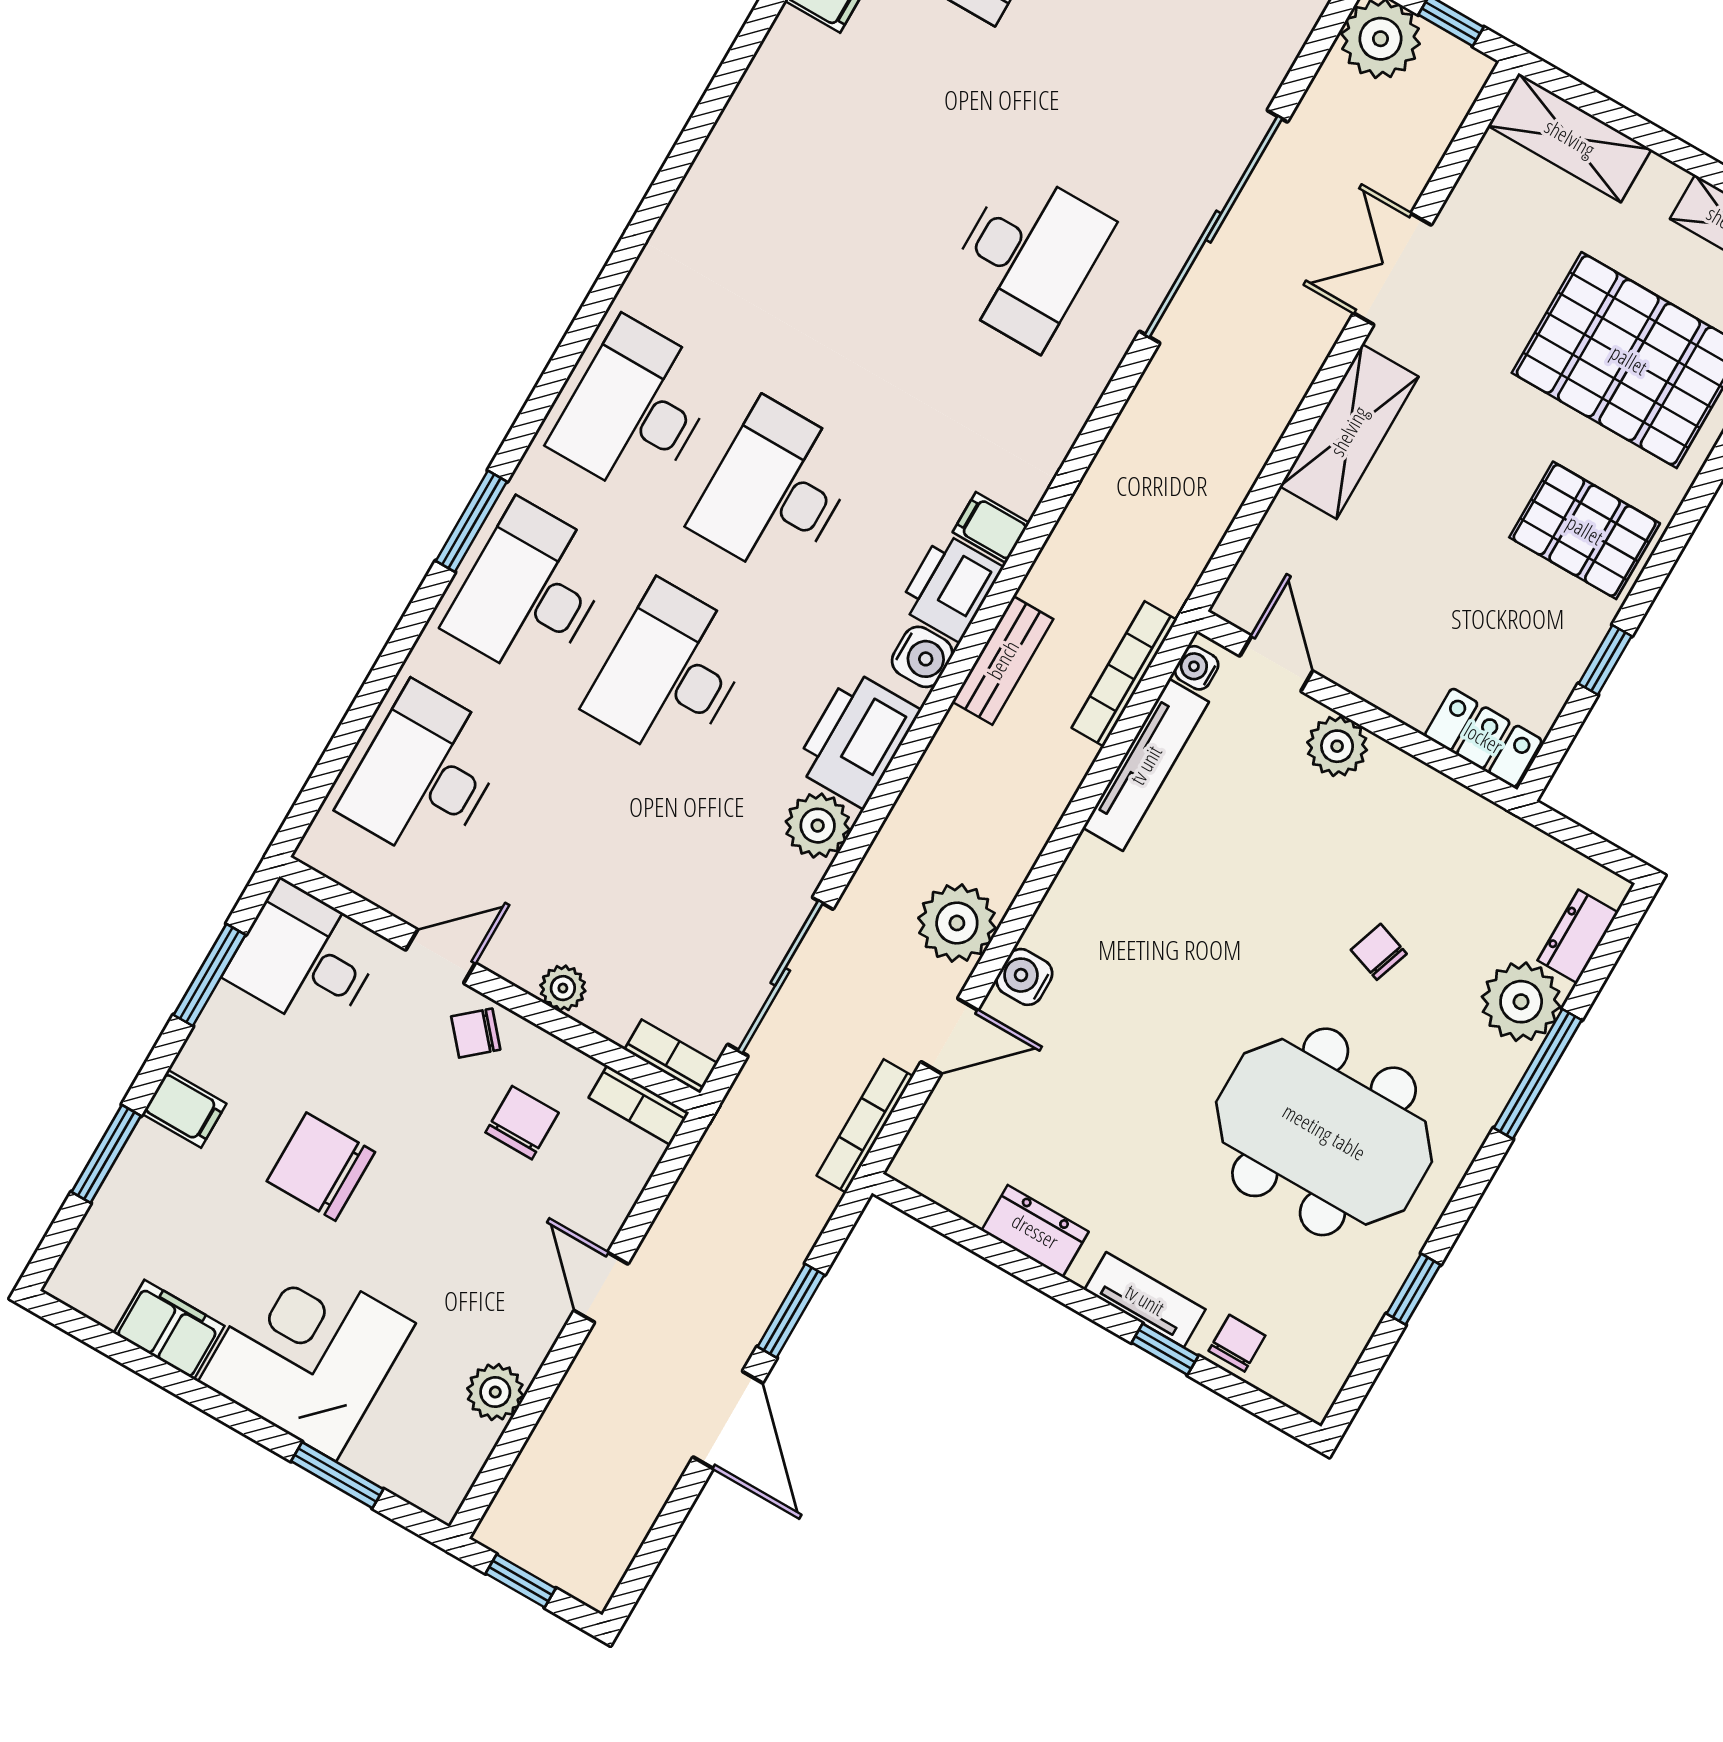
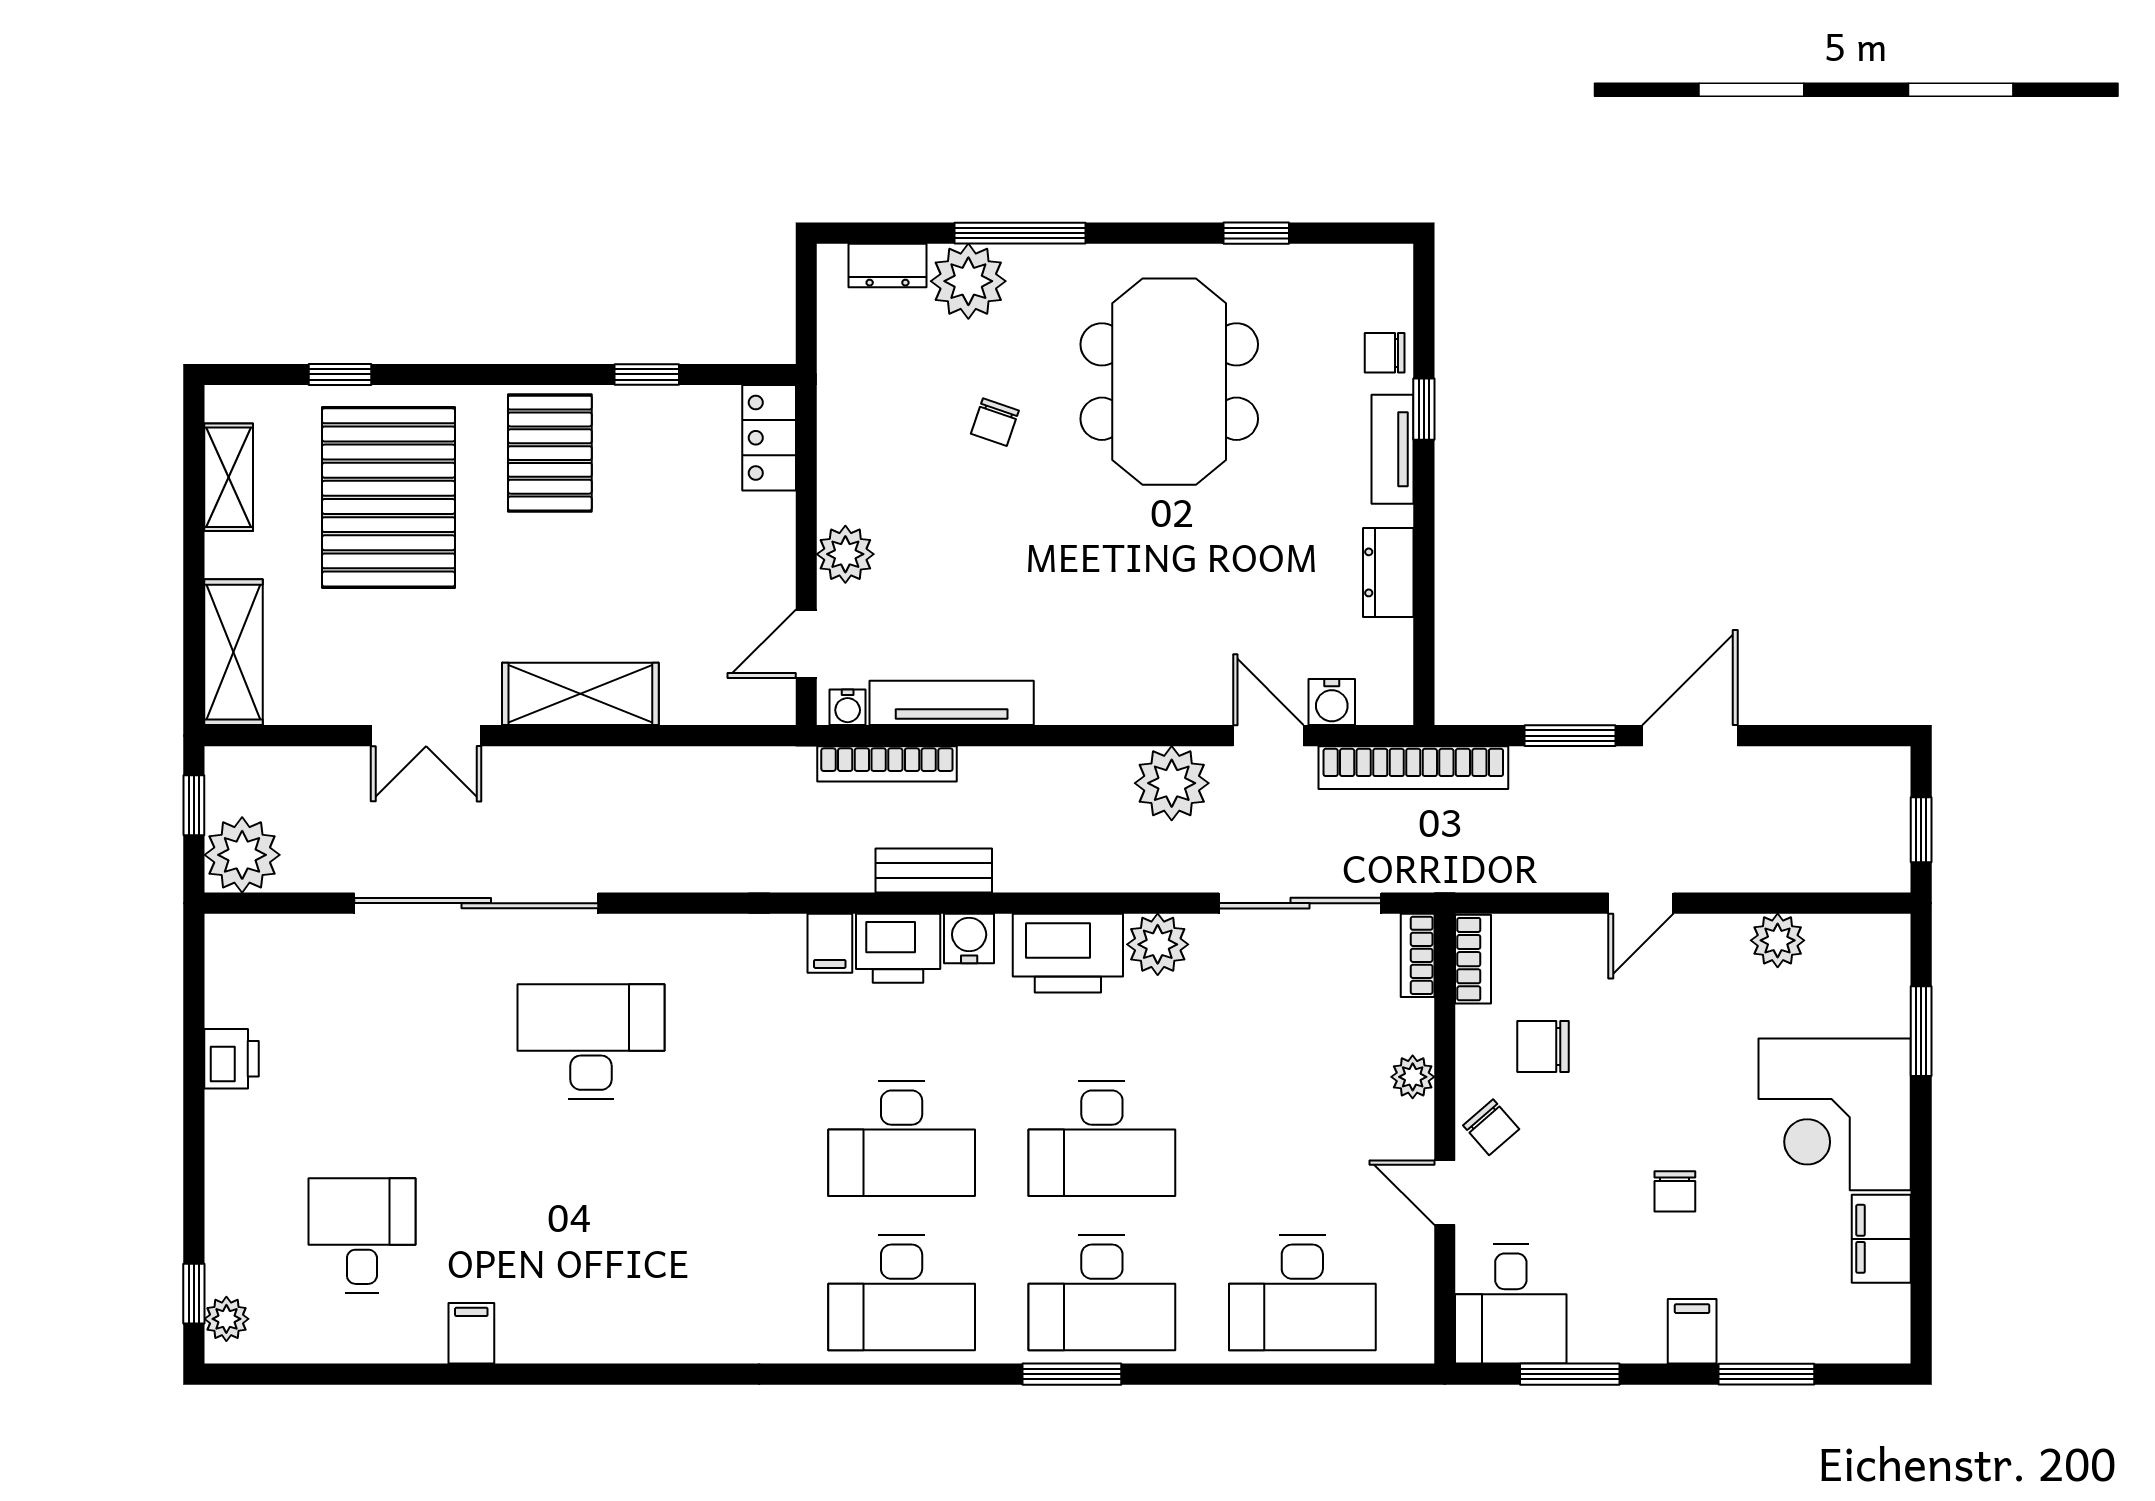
water cooler: (1024, 977) -> (1332, 702), moved
bookcase: (865, 1126) -> (1413, 768), width x1.48, depth x1.31
chair: (321, 1167) -> (1675, 1191), width x0.54, depth x0.54

